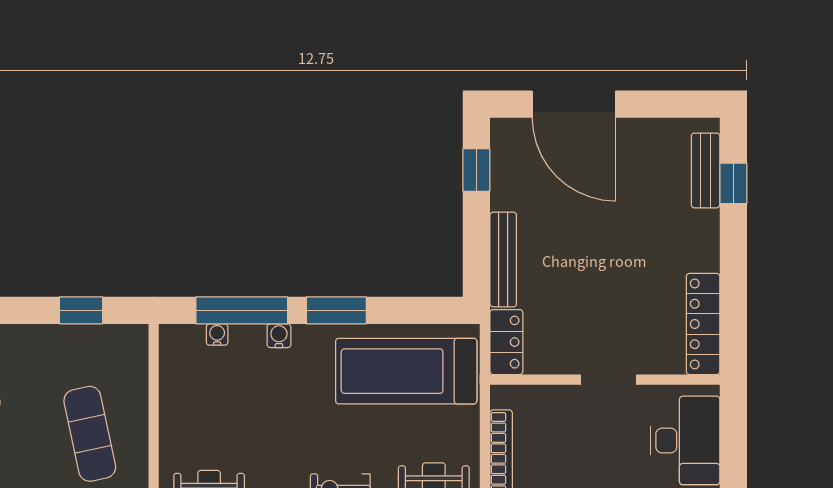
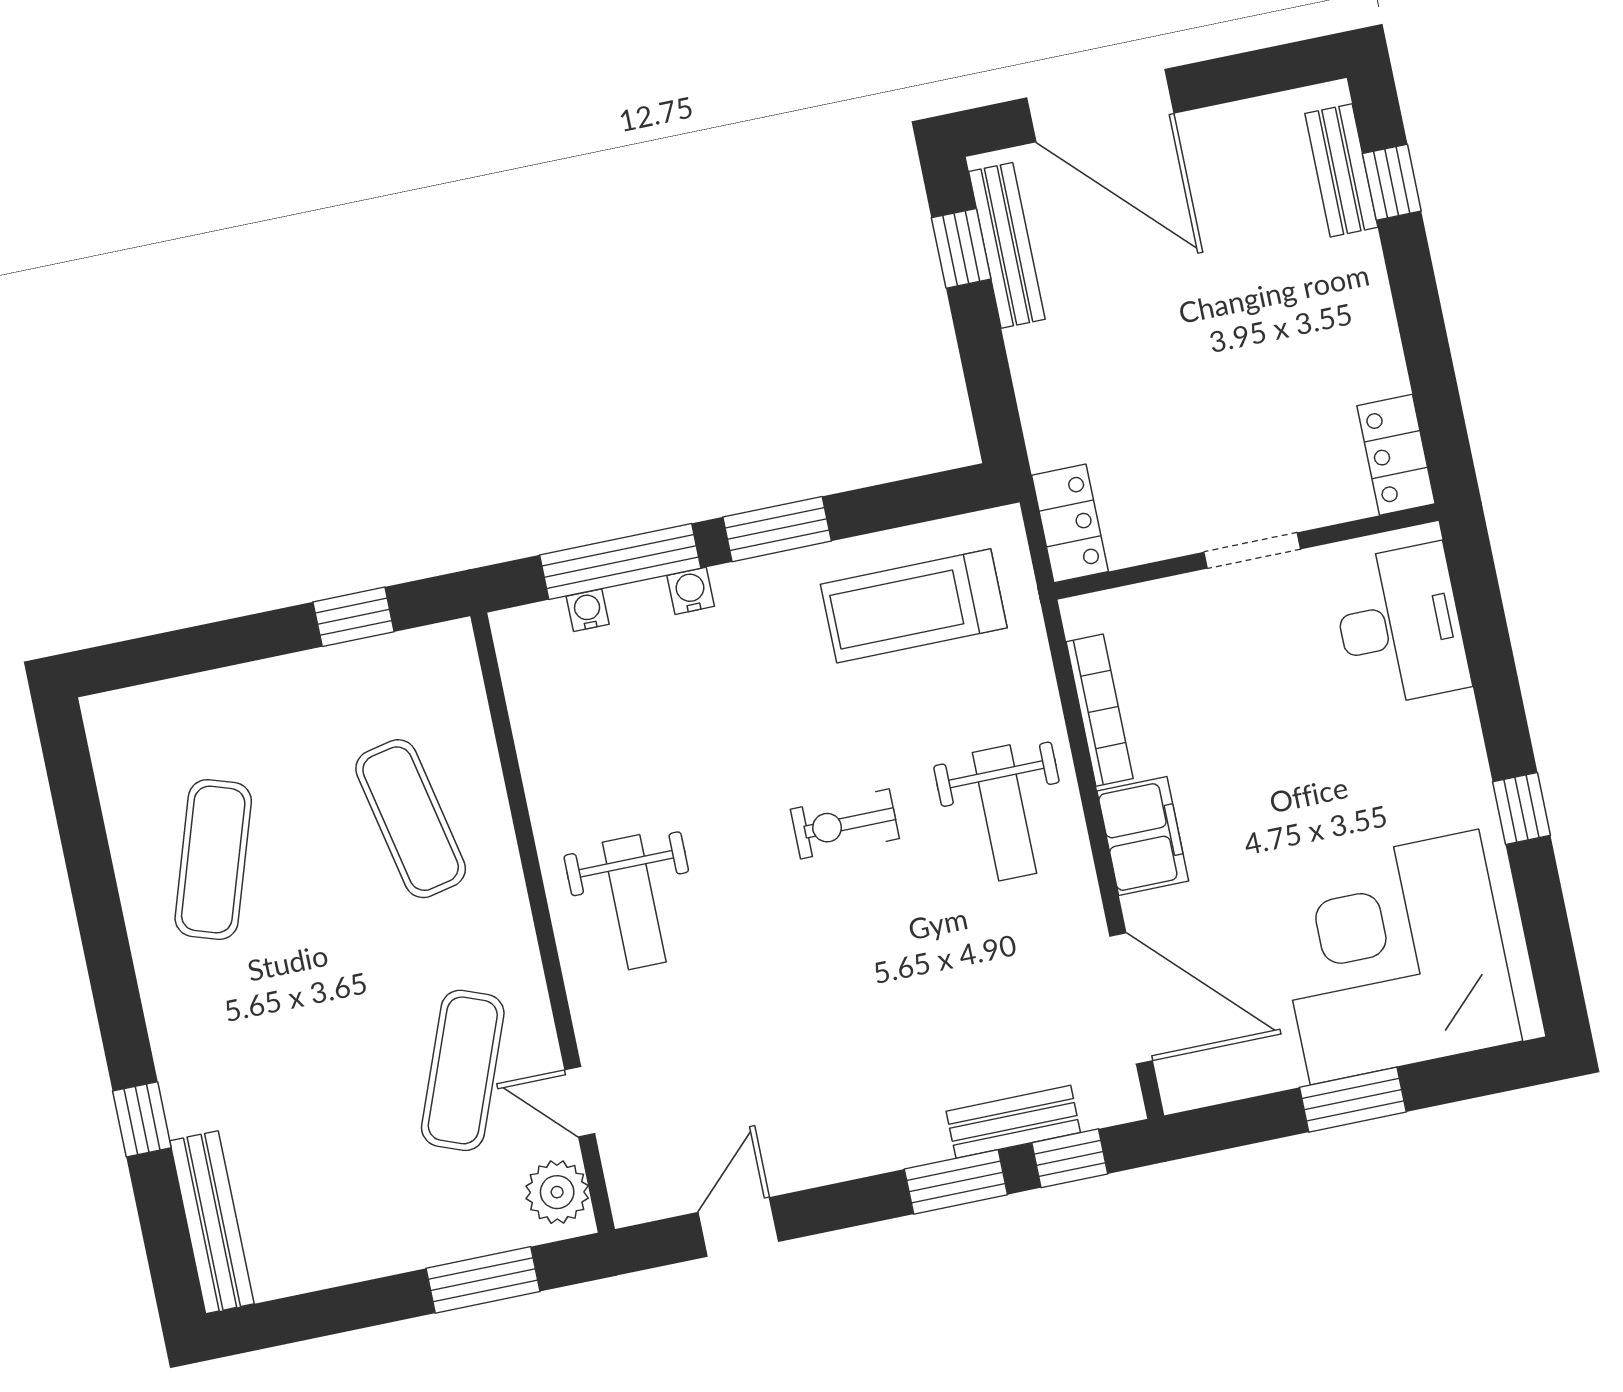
bench: (503, 260) -> (1007, 245), moved
locker: (703, 324) -> (1396, 455), width x0.66
treadmill: (406, 371) -> (914, 606), width x0.73, depth x0.73

